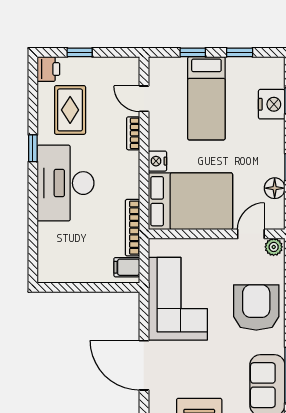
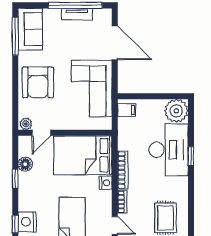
window: (33, 148) -> (191, 156), moved
desk: (66, 183) -> (169, 150), moved
bookcase: (132, 228) -> (123, 170), moved
plant: (54, 266) -> (176, 111), added

